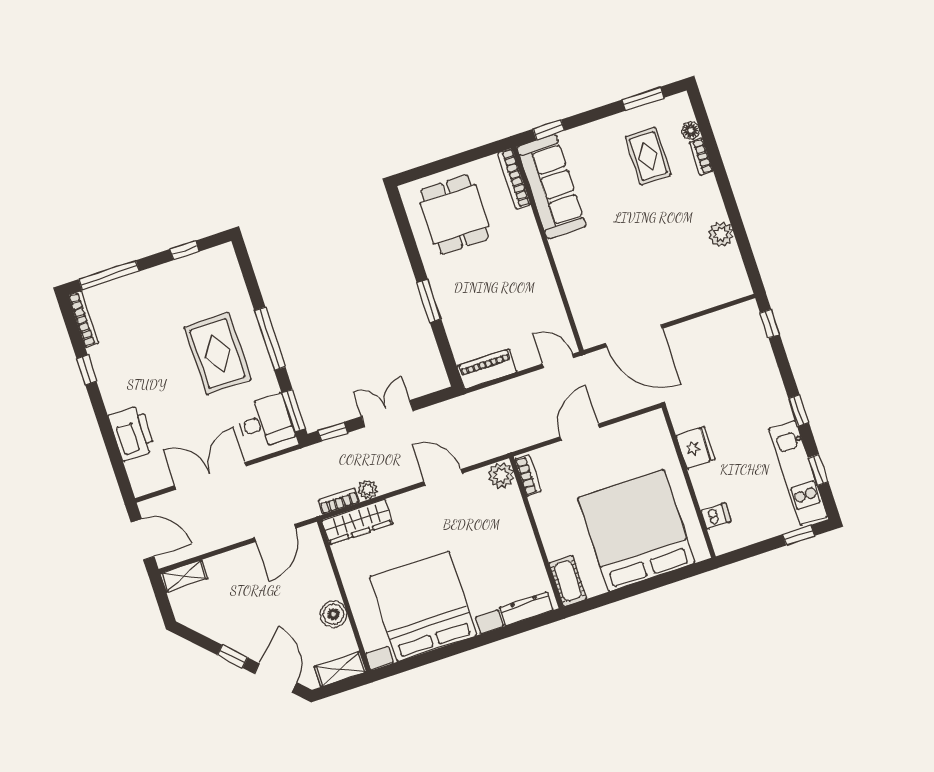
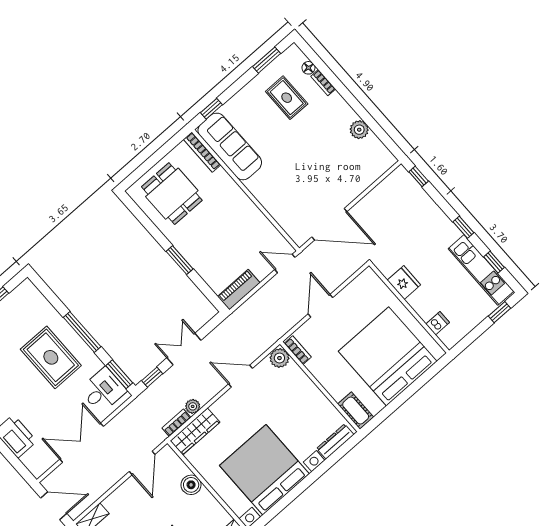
boiler: (333, 614) -> (191, 485), moved

